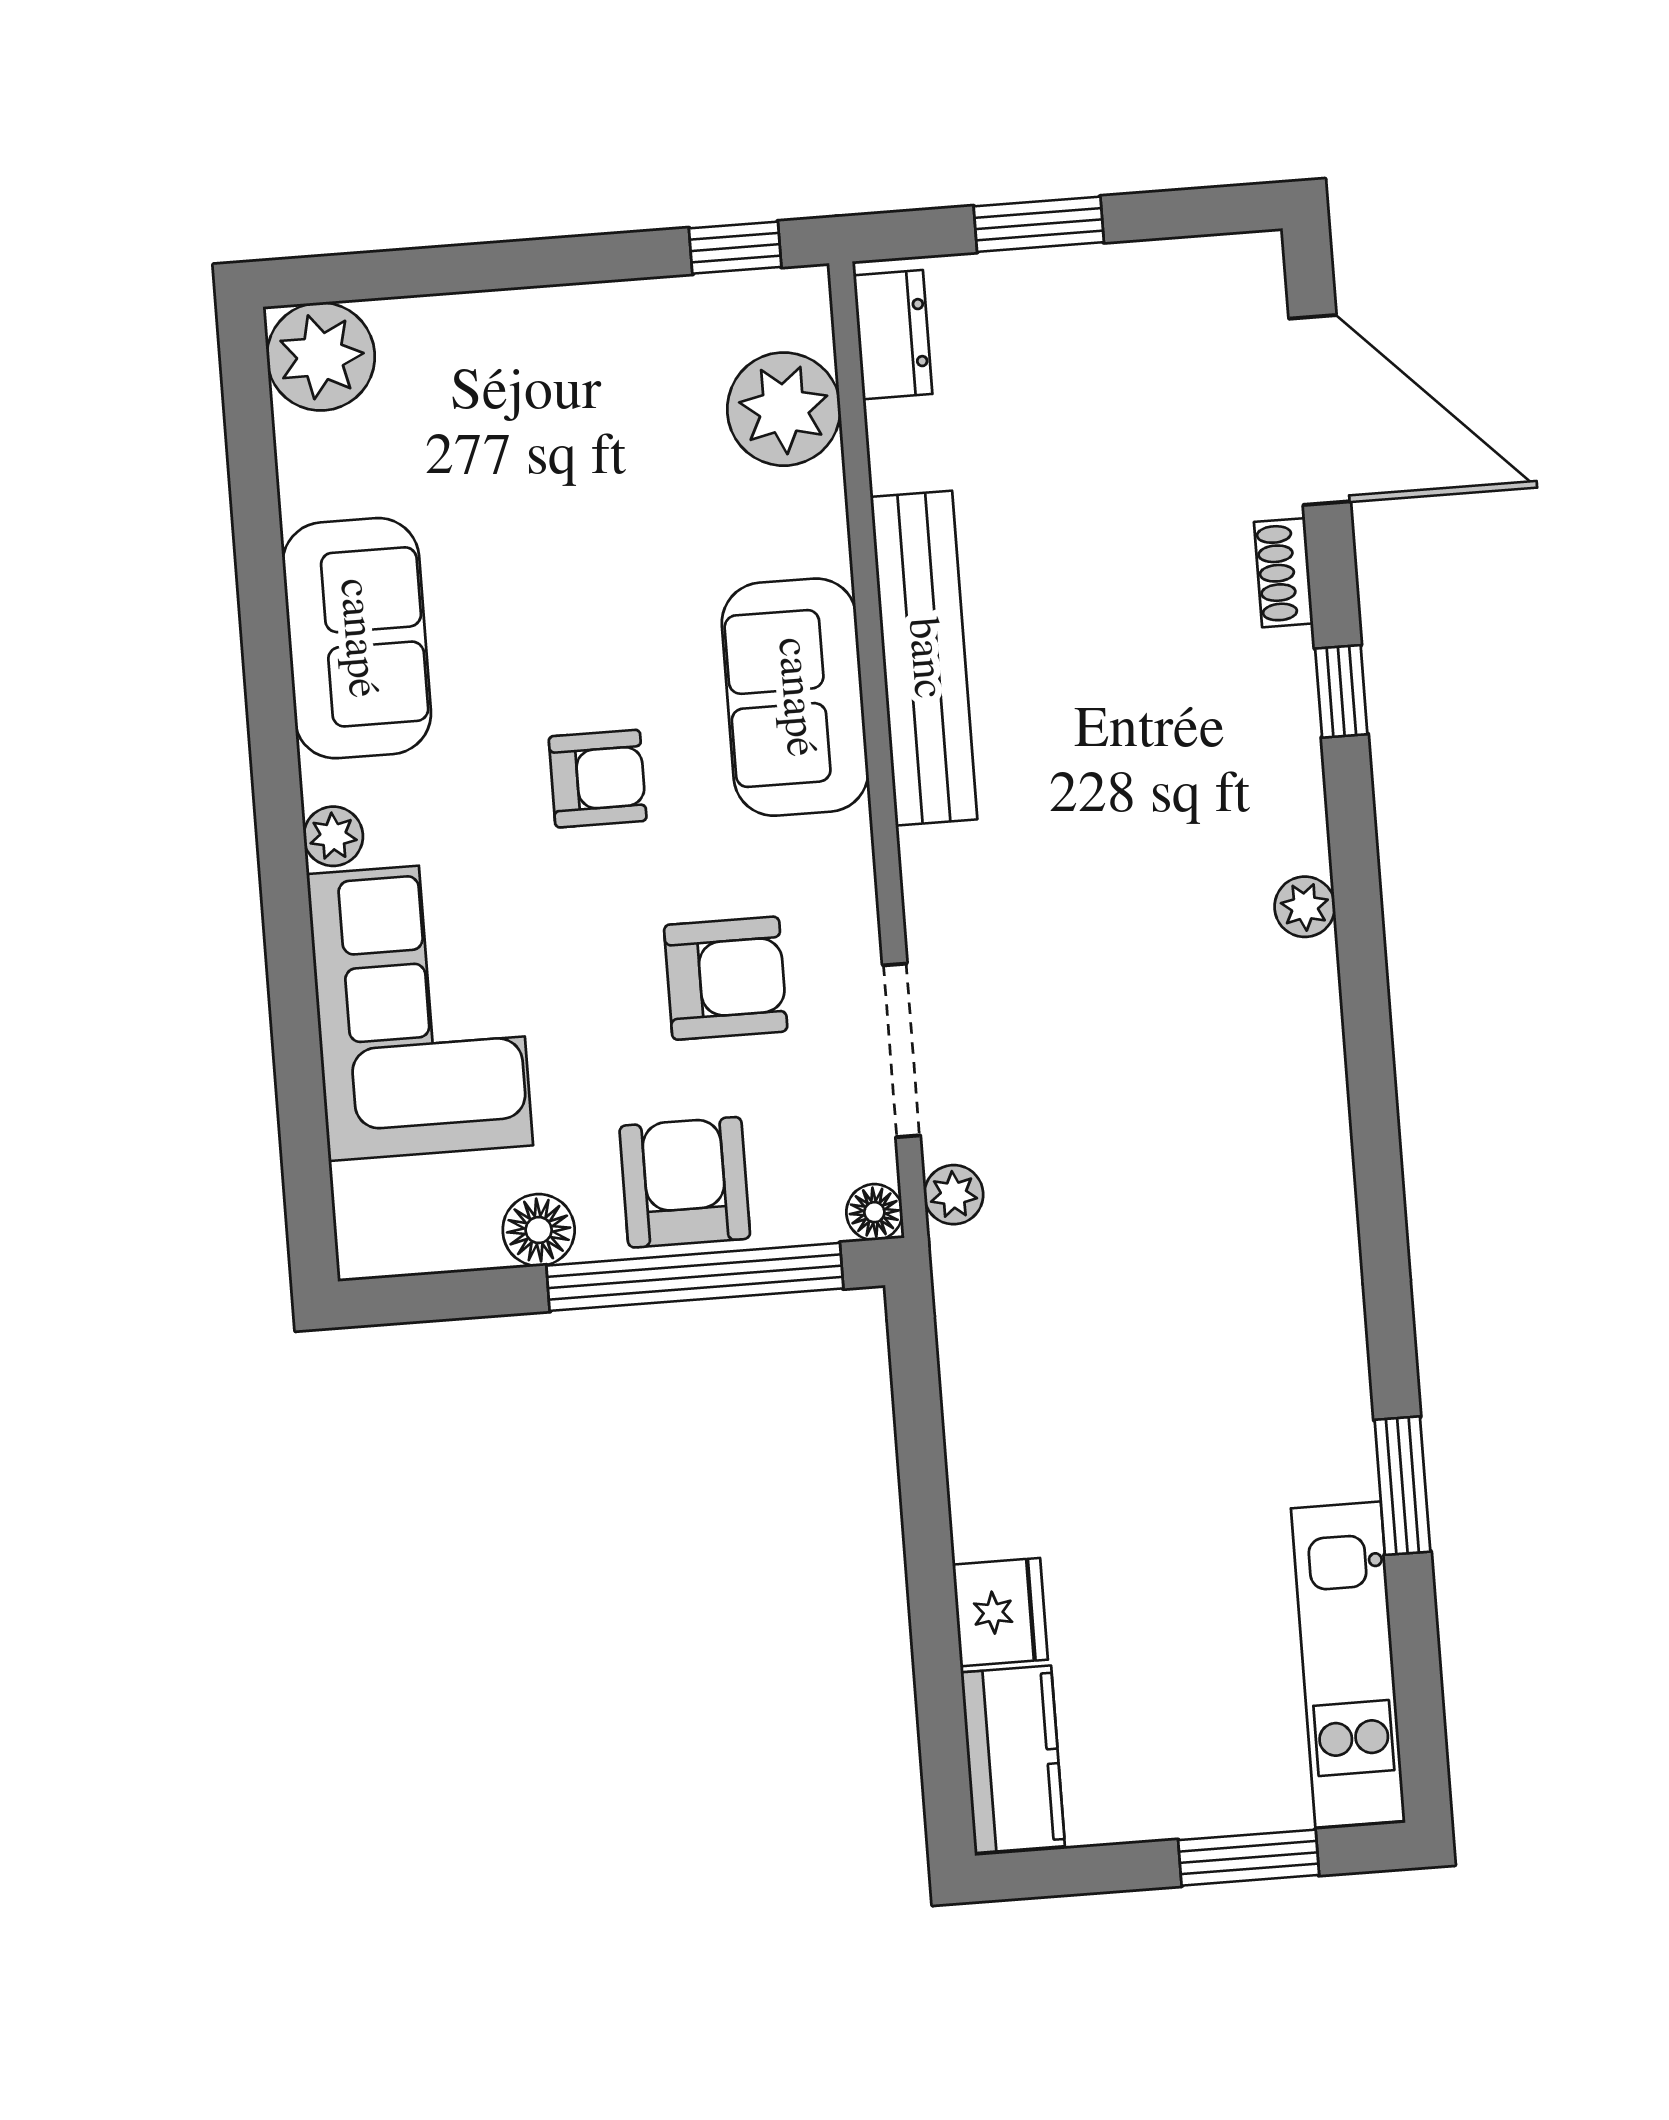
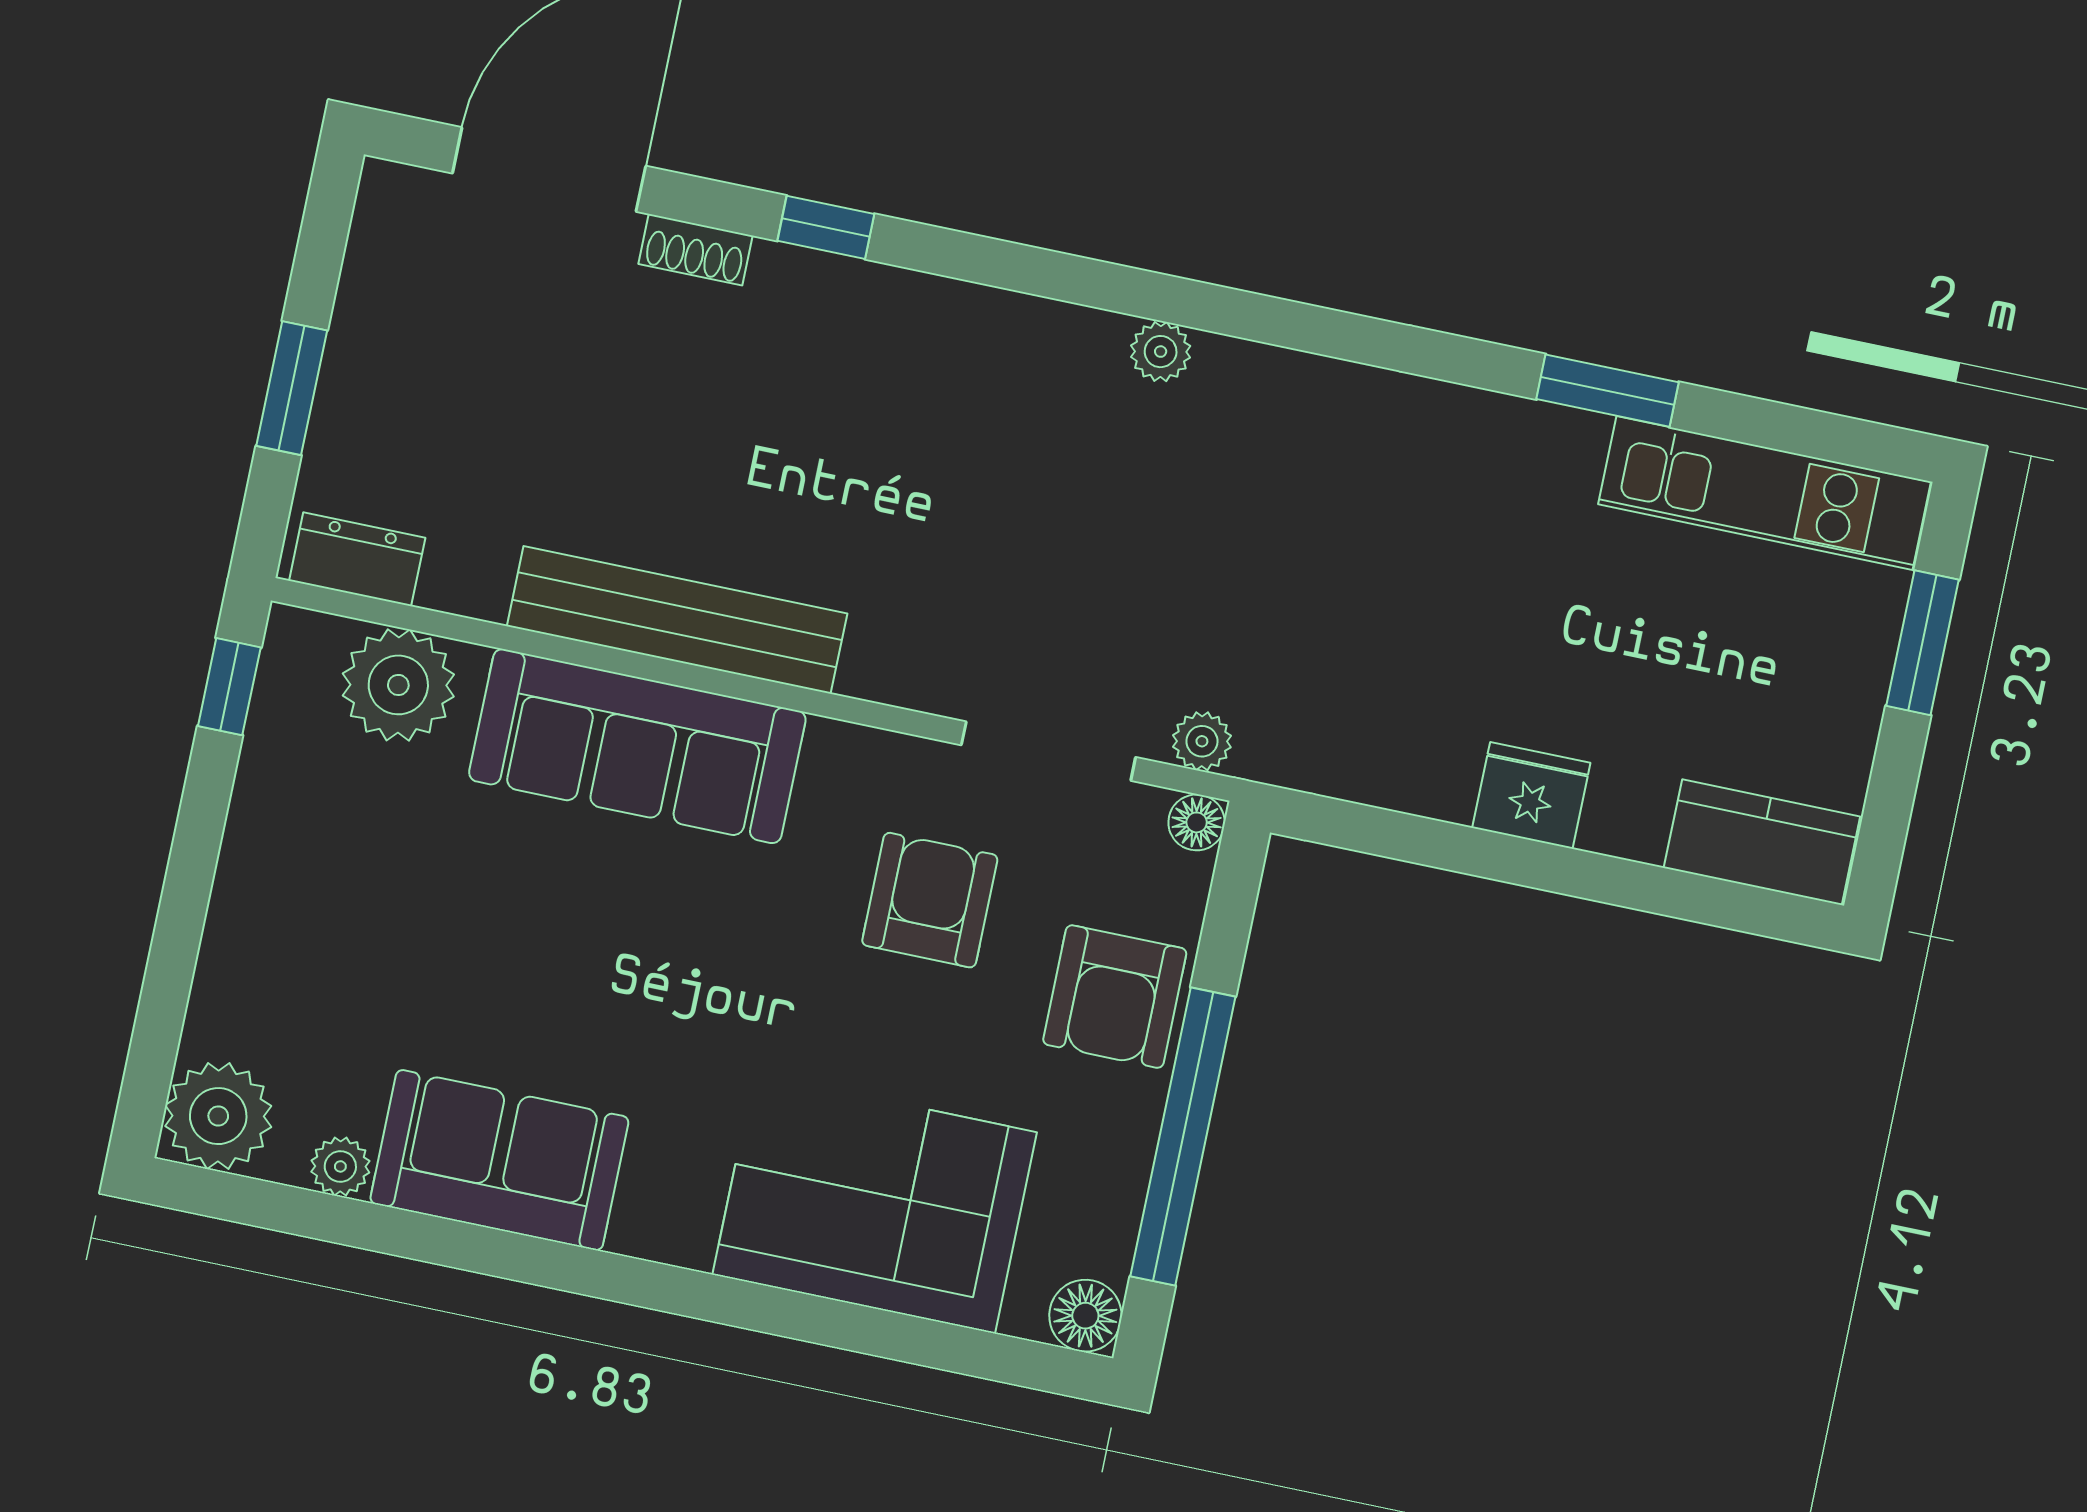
sofa: (795, 697) -> (637, 746), width x1.36
armchair: (598, 779) -> (702, 968), removed
plant: (333, 836) -> (340, 1166), moved
plant: (1305, 907) -> (1161, 352), moved
armchair: (685, 1182) -> (1115, 997), turned -90
floor lamp: (539, 1230) -> (1085, 1316), moved
window: (695, 1277) -> (1183, 1136), moved
fridge: (1000, 1612) -> (1531, 795), moved

